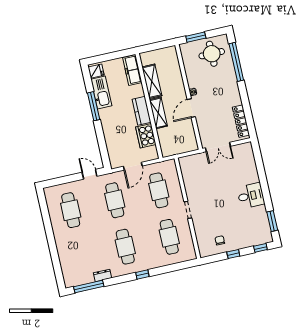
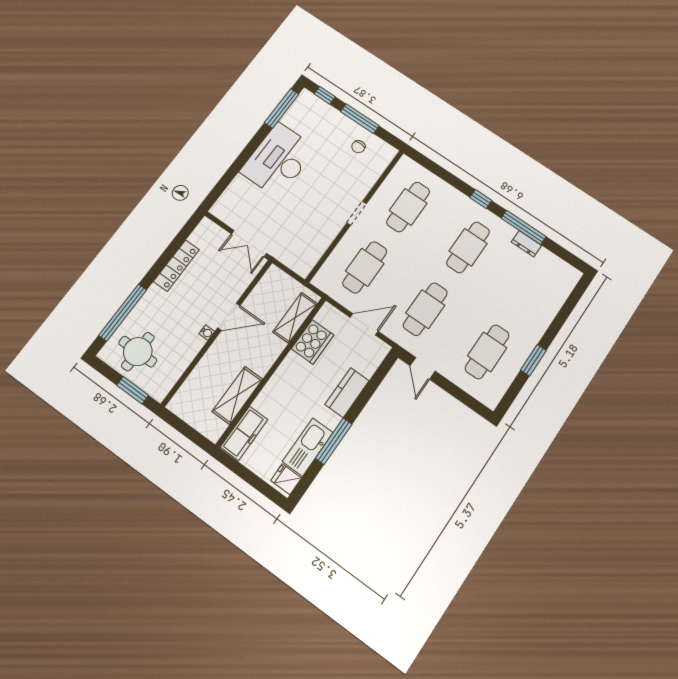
kitchen counter: (142, 111) -> (347, 393), moved, turned 180
shelving: (158, 113) -> (295, 318), moved
locker: (241, 121) -> (176, 266), moved
double door: (218, 147) -> (249, 244), swing flipped
desk: (251, 196) -> (278, 160), width x1.87, depth x1.30
window: (272, 221) -> (282, 108), width x1.44
window: (48, 227) -> (533, 360), added
window: (233, 254) -> (360, 119), width x2.17
window: (89, 287) -> (524, 227), moved

